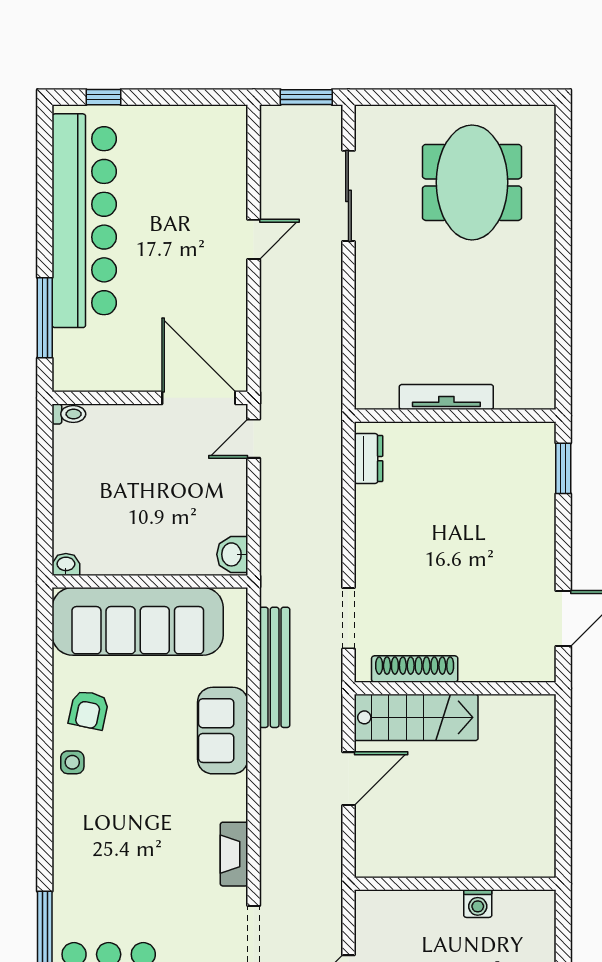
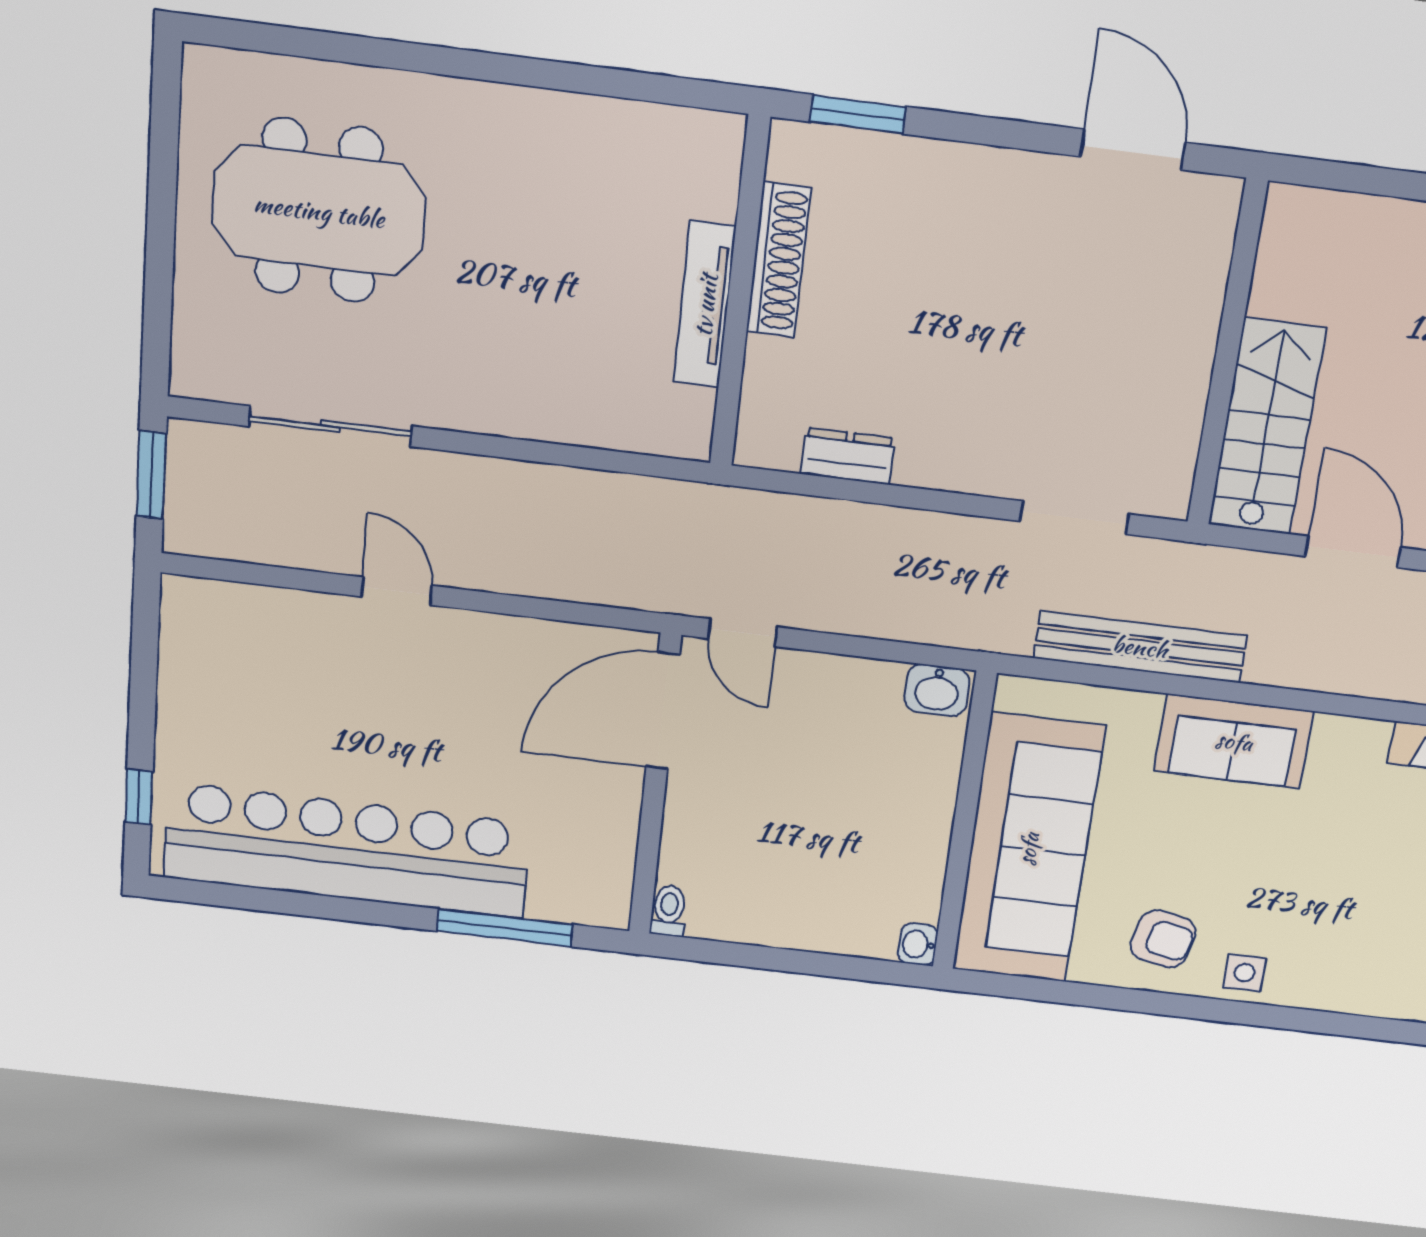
dresser: (369, 459) -> (848, 456), moved
shoe rack: (415, 669) -> (779, 260), moved, turned 180

